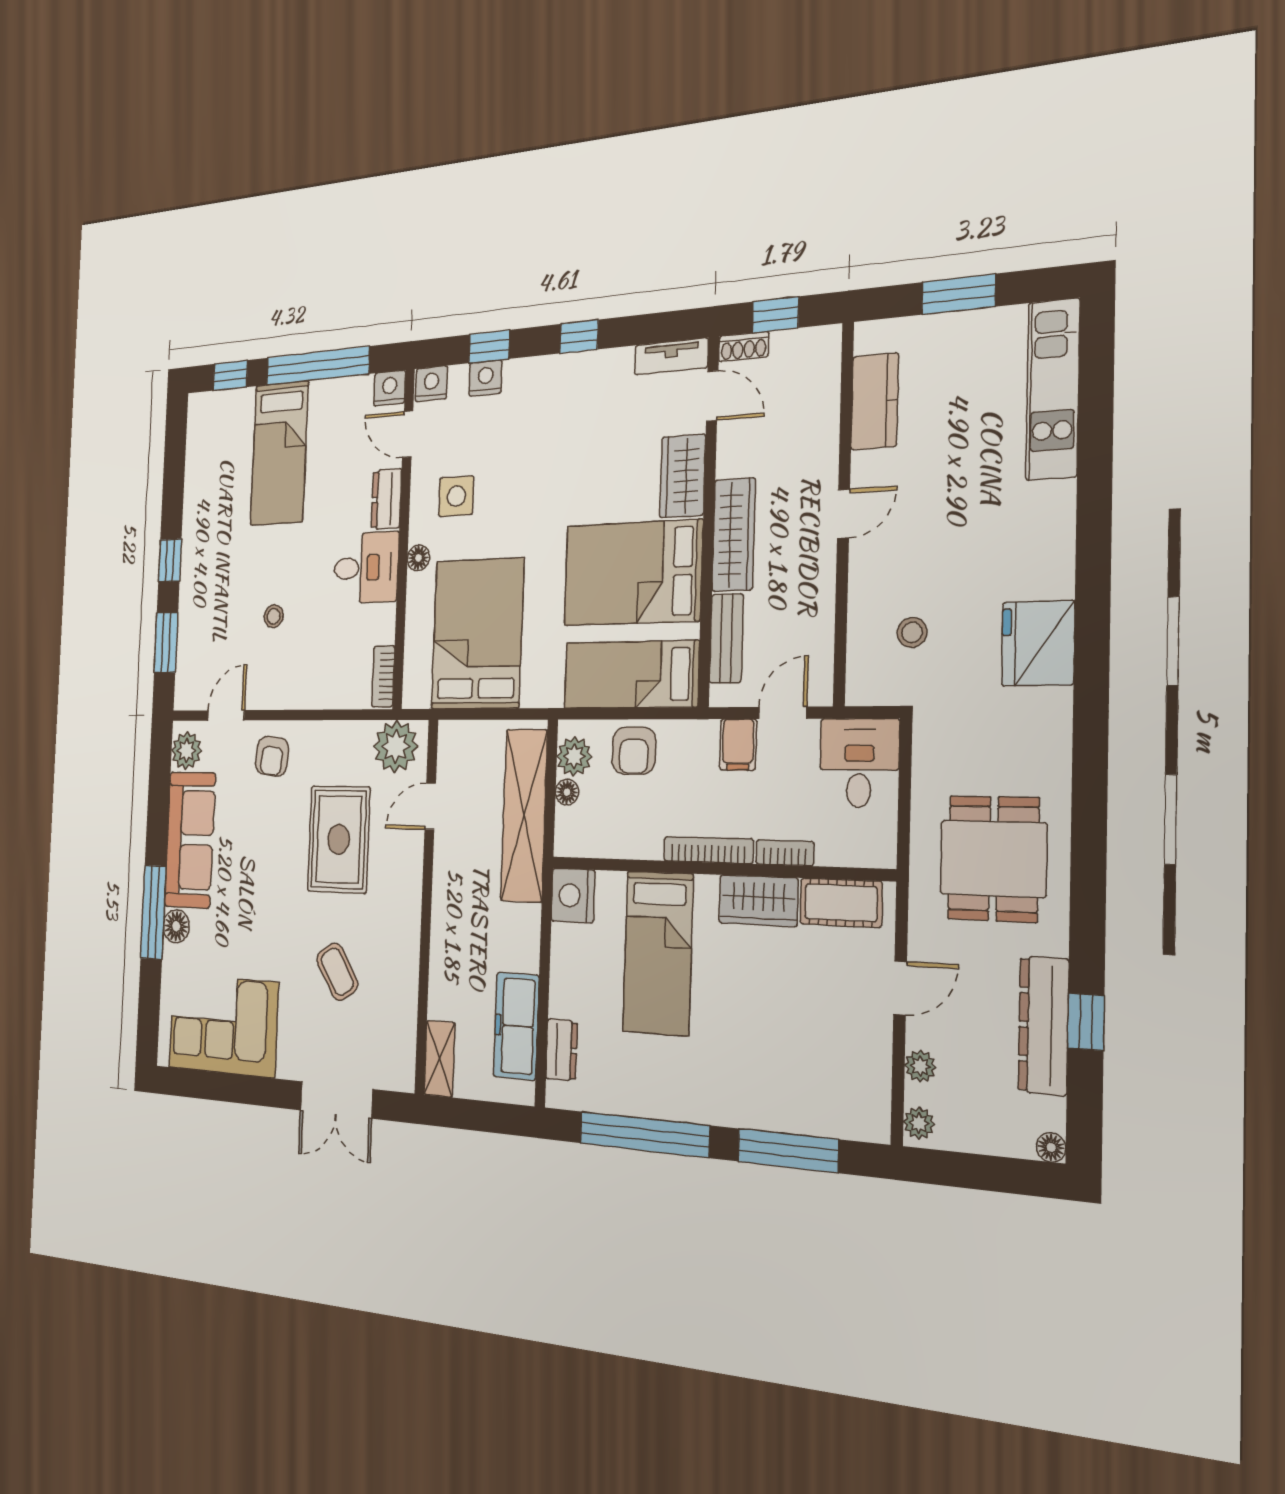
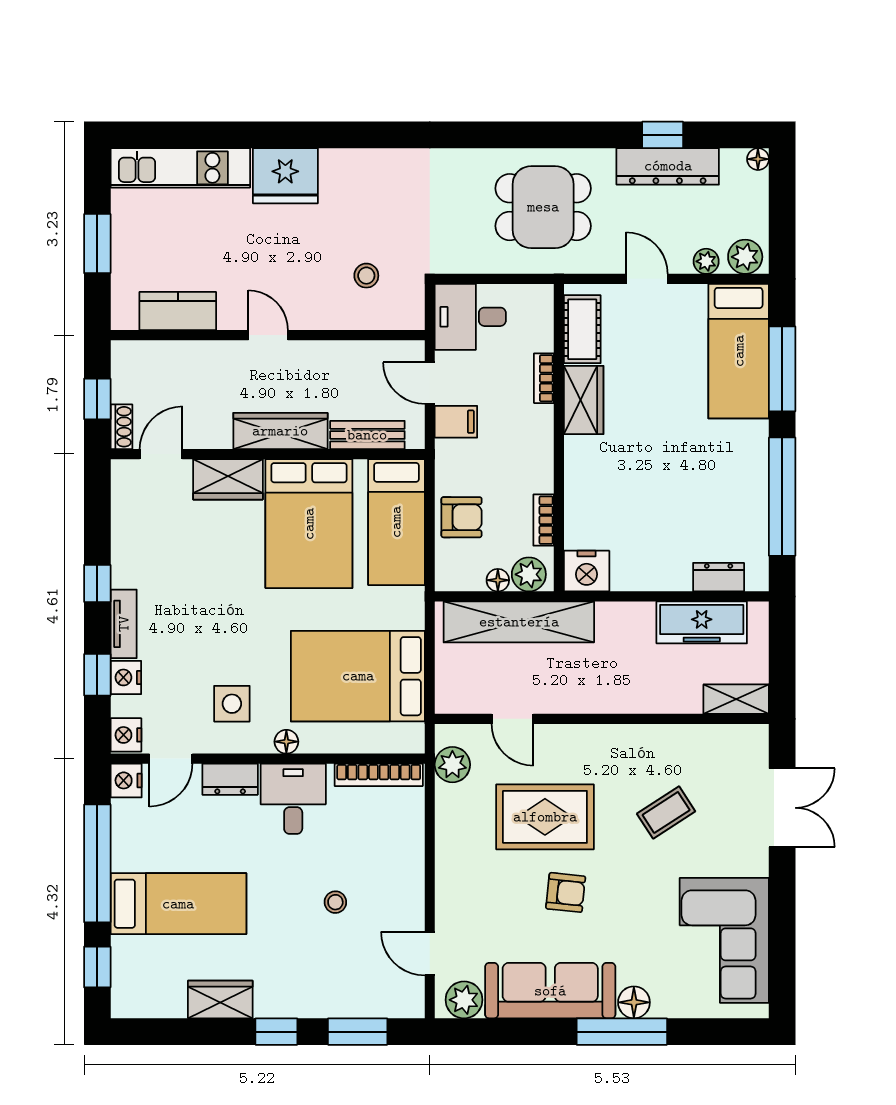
tv unit: (671, 356) -> (124, 624), moved
wardrobe: (198, 502) -> (220, 1000), added
fridge: (1038, 643) -> (285, 176), moved
bookcase: (383, 676) -> (379, 775), width x1.56
plant: (396, 746) -> (452, 765), width x0.73, depth x0.73
armchair: (272, 756) -> (566, 892), moved
plant: (574, 756) -> (529, 574), moved
bookcase: (708, 850) -> (544, 520), moved, width x0.64
bed: (658, 953) -> (739, 351), moved, turned 90
plant: (919, 1123) -> (745, 257), width x1.38, depth x1.38

